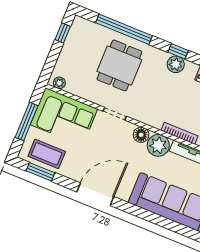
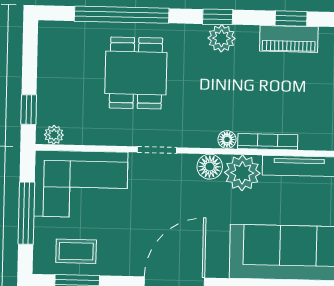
window: (63, 33) -> (29, 110), moved
floor lamp: (157, 123) -> (227, 139), added
coffee table: (47, 154) -> (76, 251), width x0.73, depth x0.77

